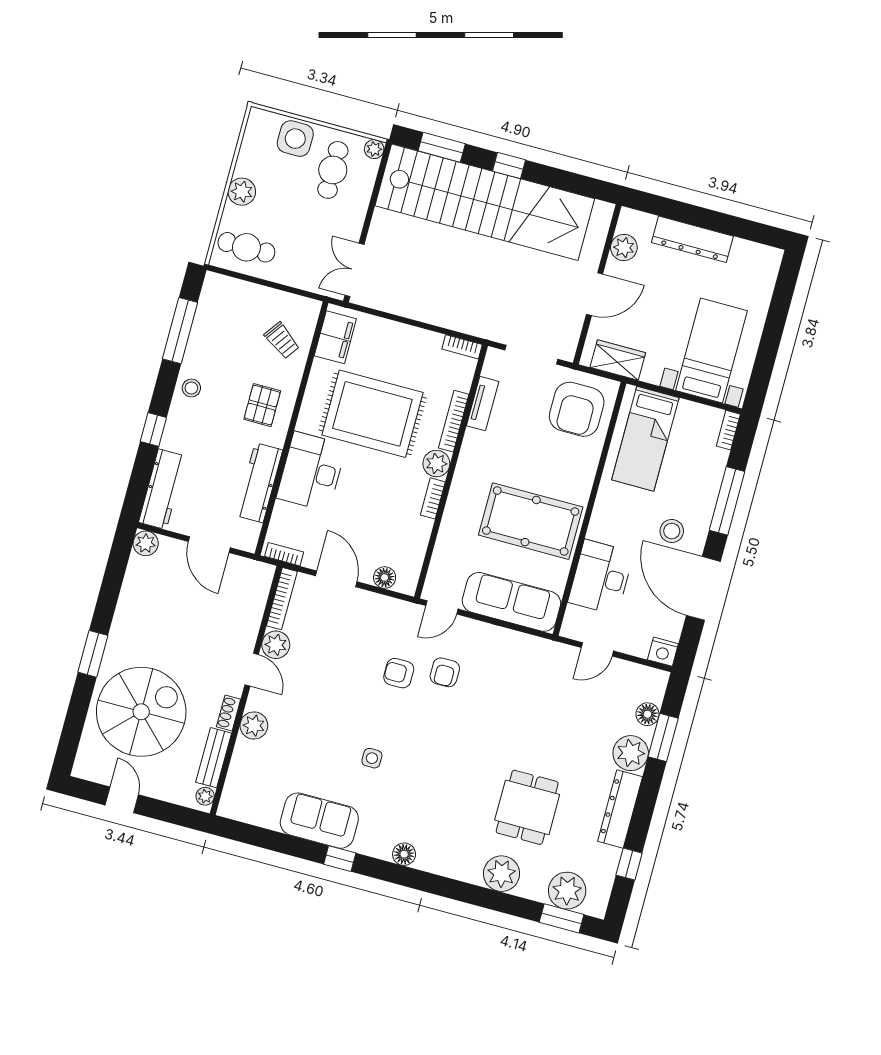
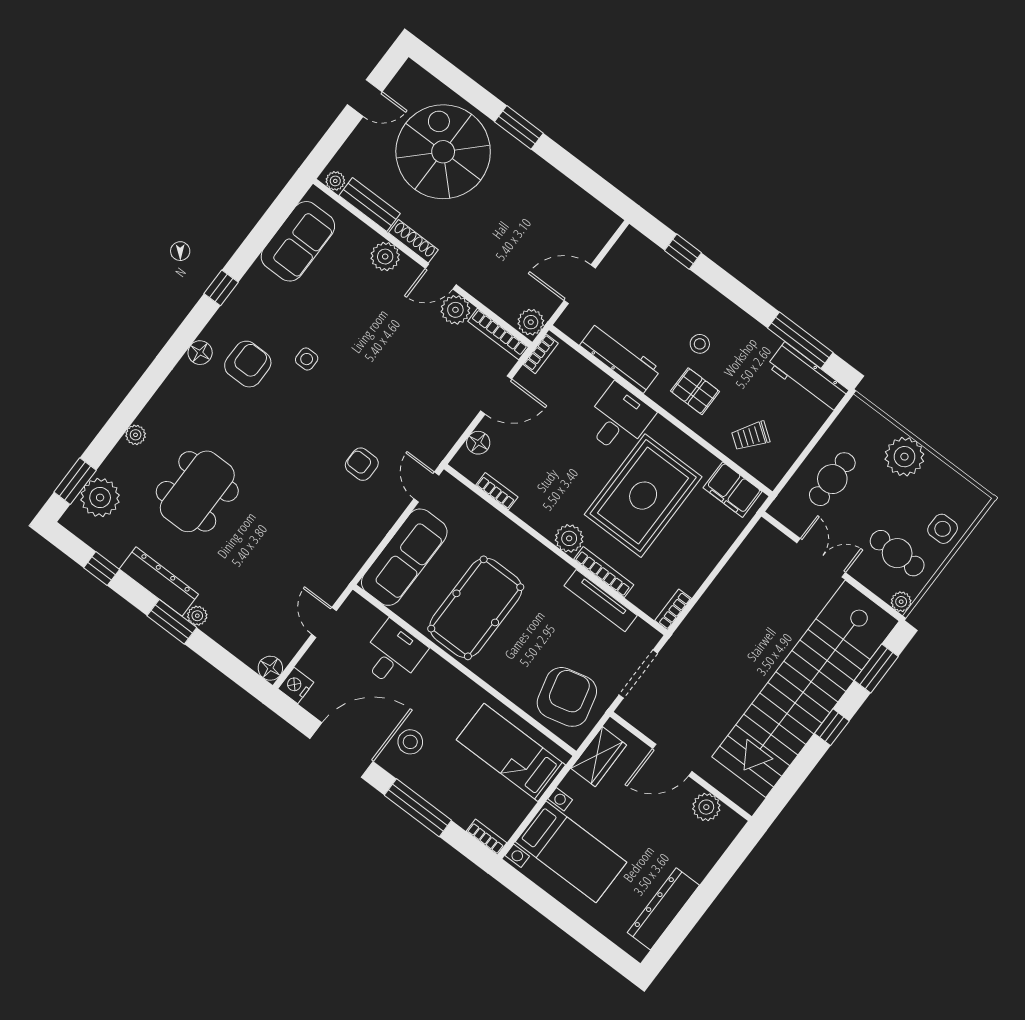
side table: (295, 139) -> (943, 529), width x0.73, depth x0.73
plant: (242, 192) -> (904, 457), width x1.36, depth x1.36
dresser: (692, 239) -> (663, 909), moved
cafe table: (246, 247) -> (832, 479), moved
double door: (354, 270) -> (821, 558), moved
door: (595, 294) -> (672, 760), hinge flipped
stool: (191, 388) -> (700, 344), moved
tv unit: (483, 404) -> (601, 601), width x1.41
armchair: (577, 409) -> (567, 697), turned 76
window: (153, 429) -> (683, 252), moved
desk: (311, 472) -> (619, 419), width x0.73
workbench: (162, 489) -> (808, 378), moved
bookcase: (433, 498) -> (497, 491), moved
plant: (146, 543) -> (531, 322), moved
desk: (601, 577) -> (393, 654), width x0.73
armchair: (399, 673) -> (248, 364), moved, width x1.38, depth x1.38
spiral stairs: (141, 712) -> (443, 152), turned 180
shoe rack: (229, 713) -> (413, 241), width x1.43
floor lamp: (648, 714) -> (270, 668), moved
window: (663, 737) -> (172, 622), moved
plant: (631, 753) -> (197, 616), width x0.53, depth x0.53
dining table: (527, 807) -> (197, 491), width x1.38
sofa: (319, 821) -> (298, 241), moved
plant: (502, 874) -> (136, 435), width x0.53, depth x0.53

